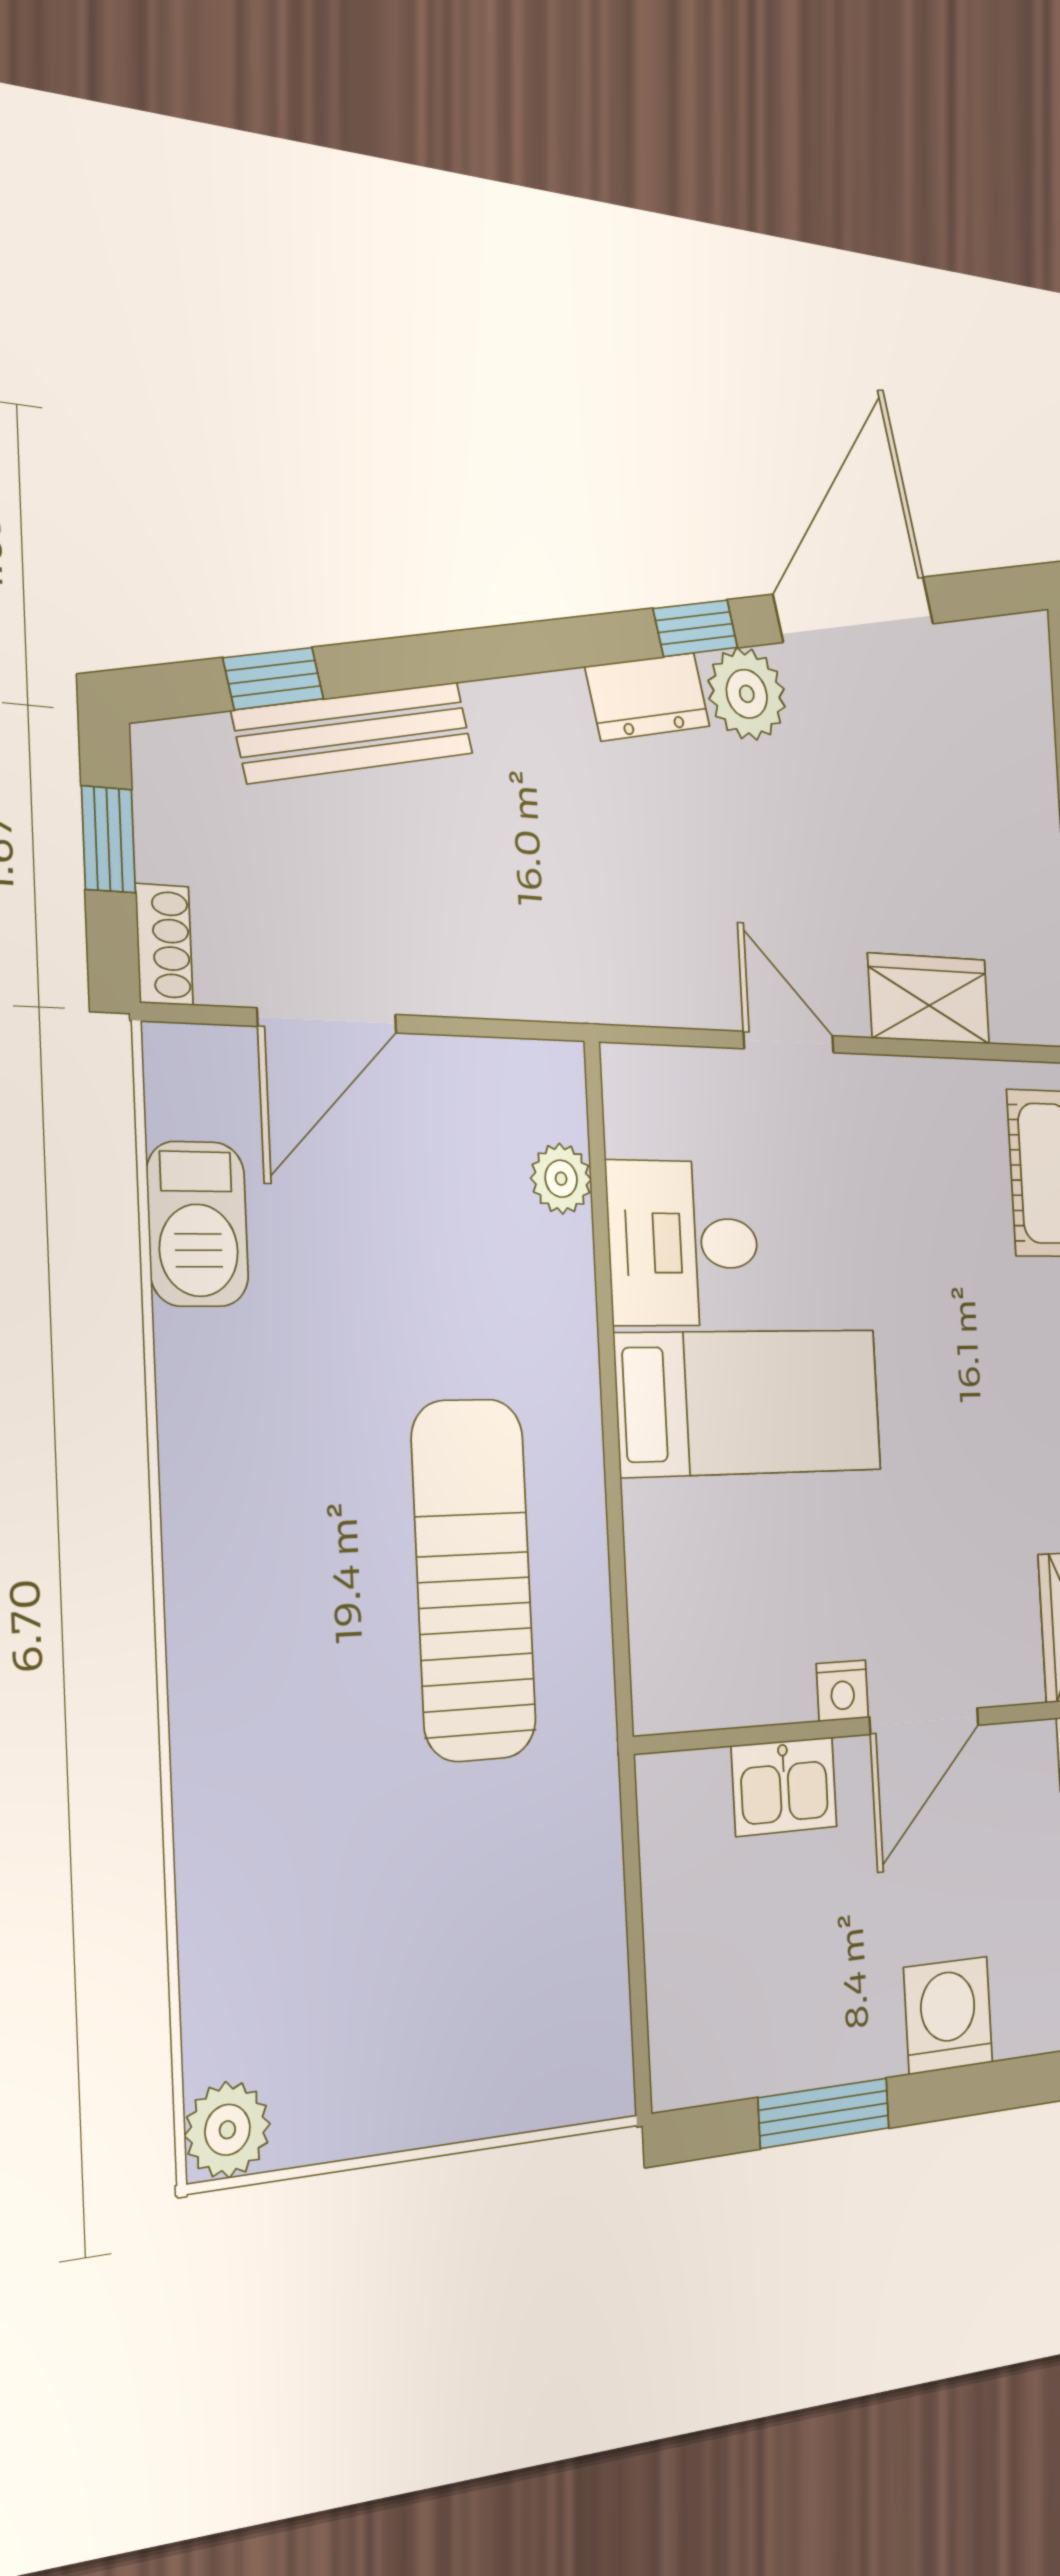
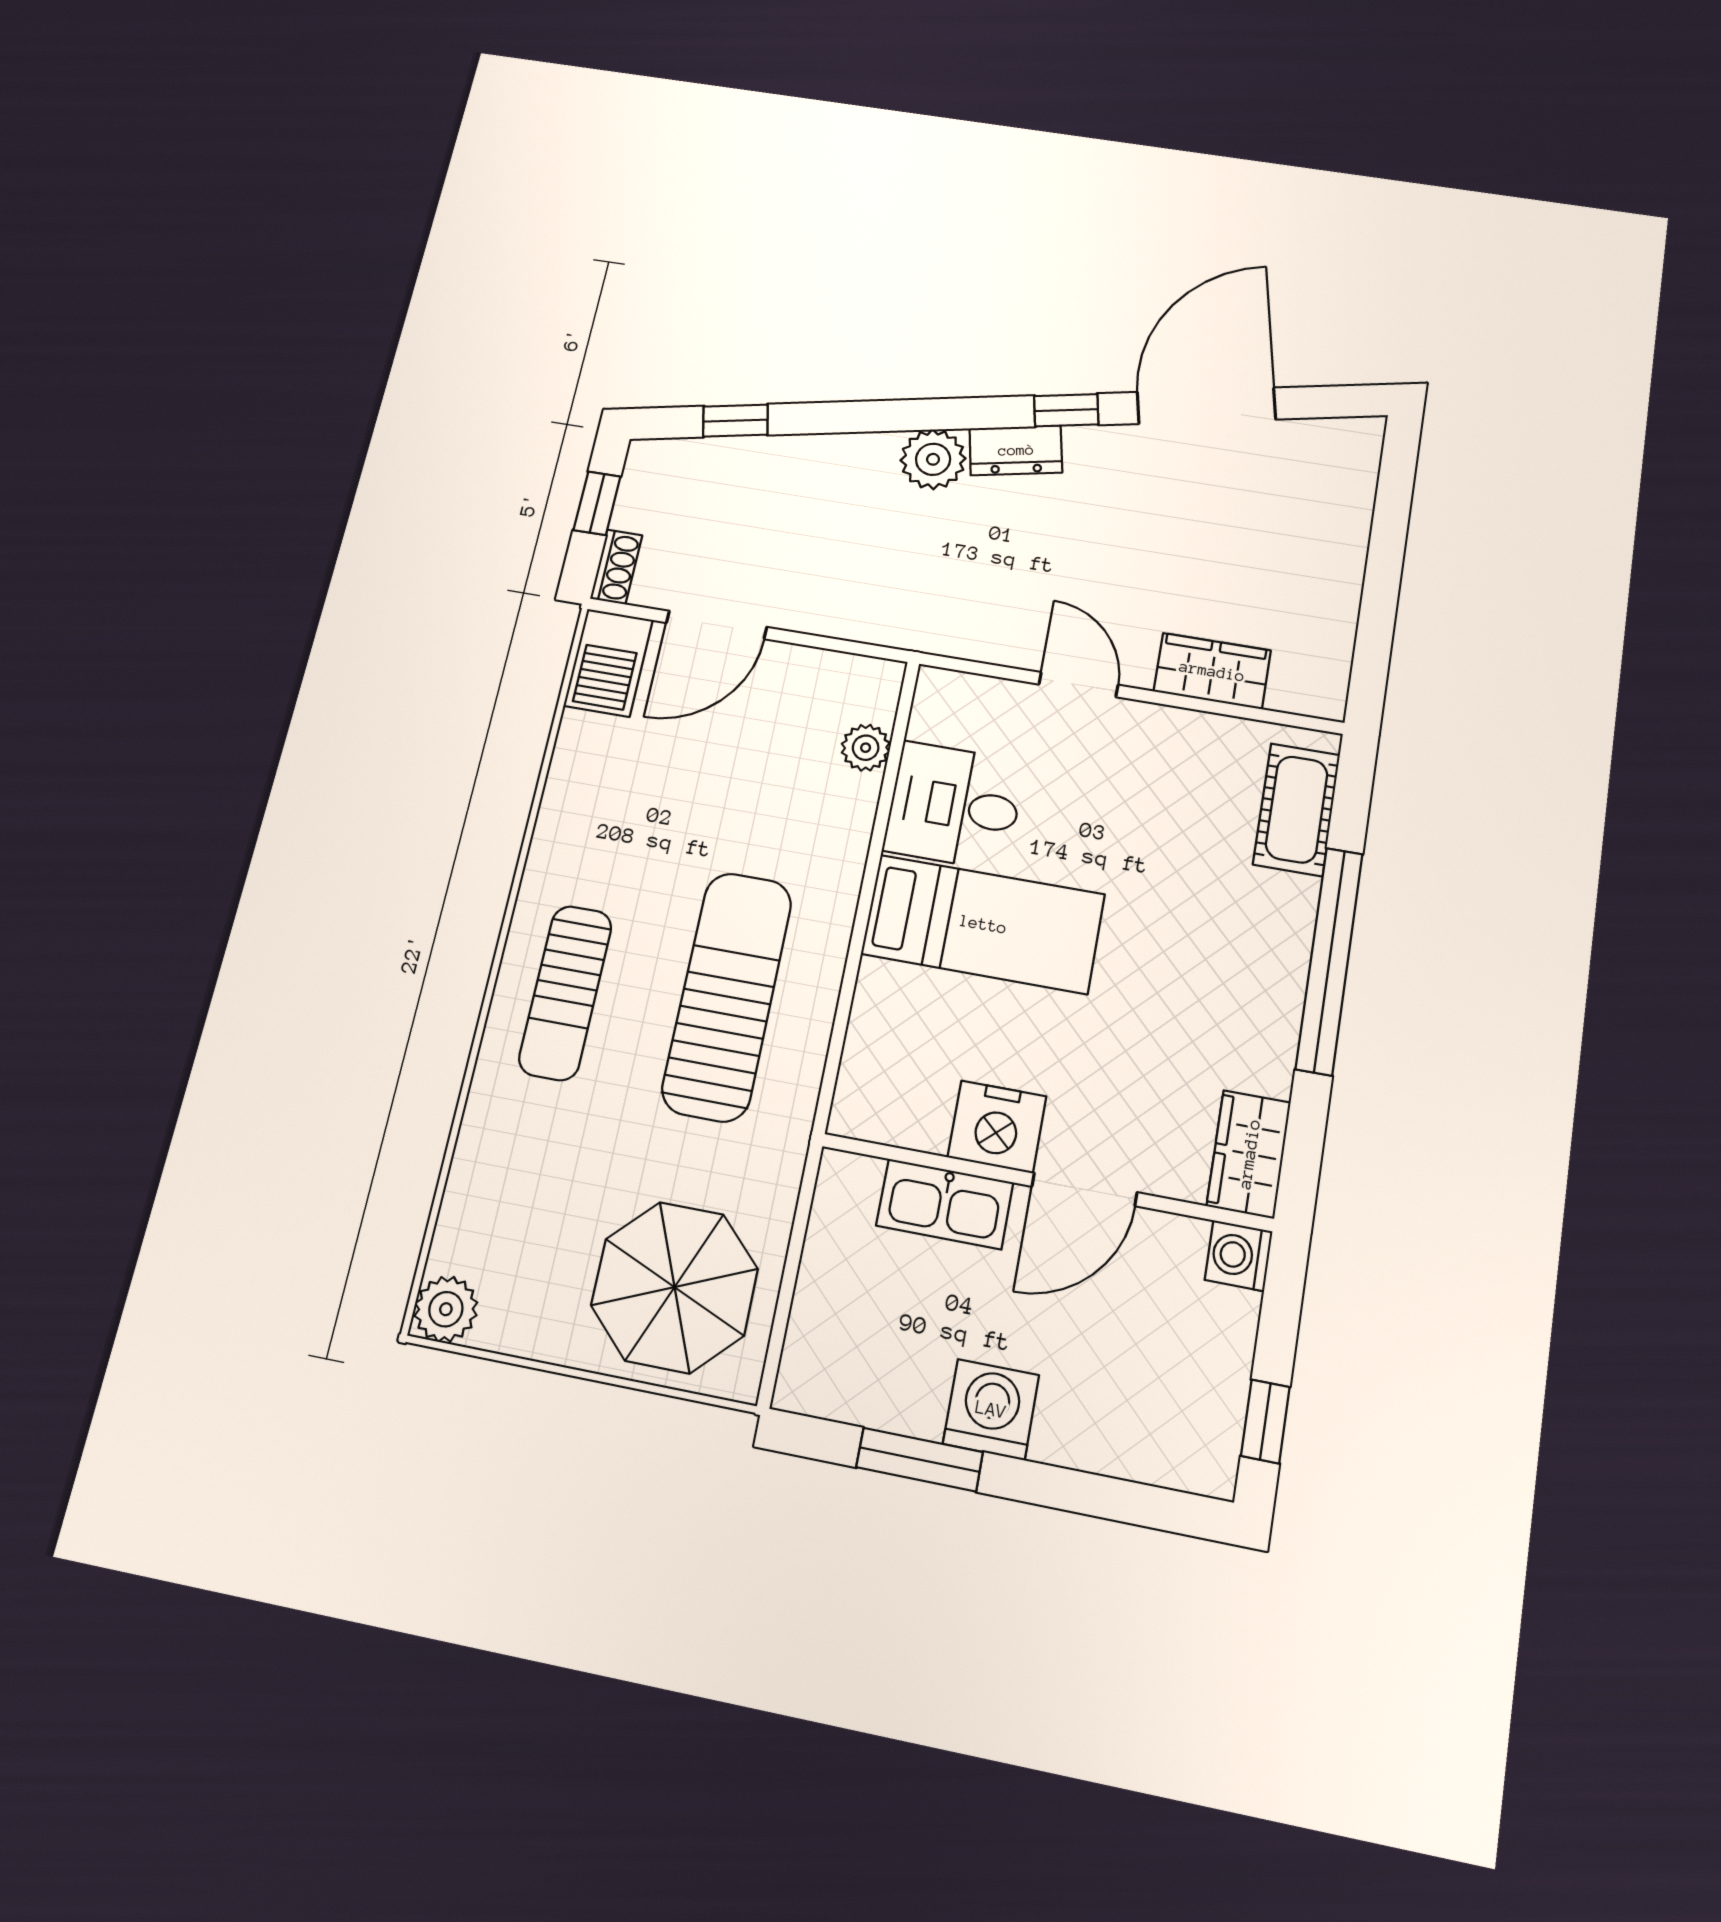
plant: (747, 694) -> (933, 459), moved
bench: (354, 732) -> (784, 456), removed
barbecue: (198, 1224) -> (608, 663), moved
sun lounger: (265, 1629) -> (565, 993), added
nightstand: (842, 1691) -> (997, 1127), width x1.89, depth x1.79
kitchen sink: (784, 1786) -> (945, 1204), width x1.38
parasol: (506, 1998) -> (675, 1287), added
washing machine: (948, 2015) -> (991, 1409), moved

